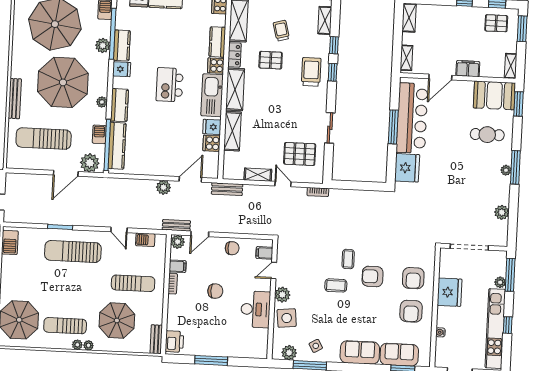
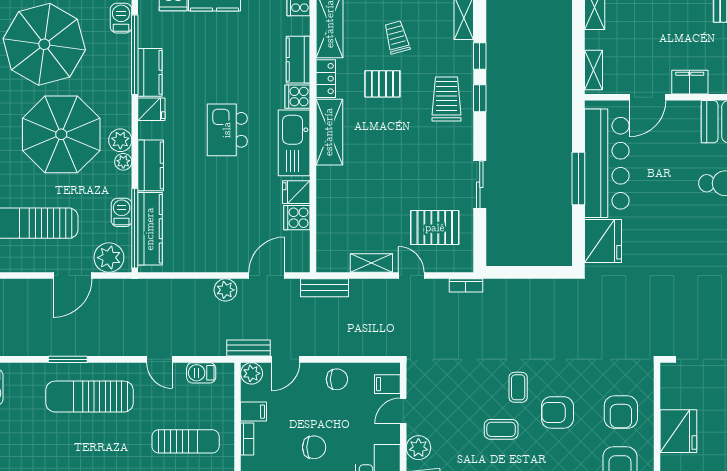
plant: (103, 45) -> (120, 140), moved
shelving: (232, 131) -> (328, 197), removed

